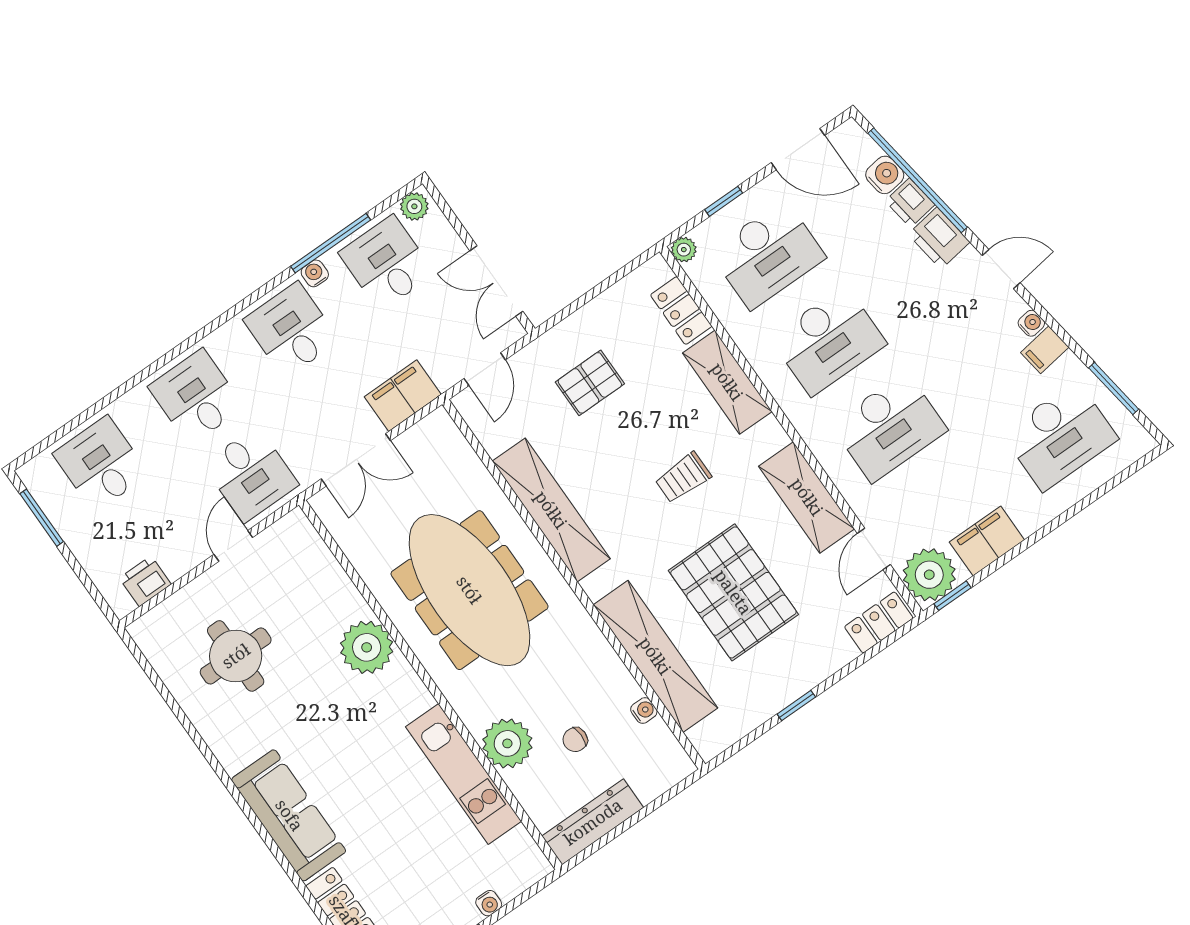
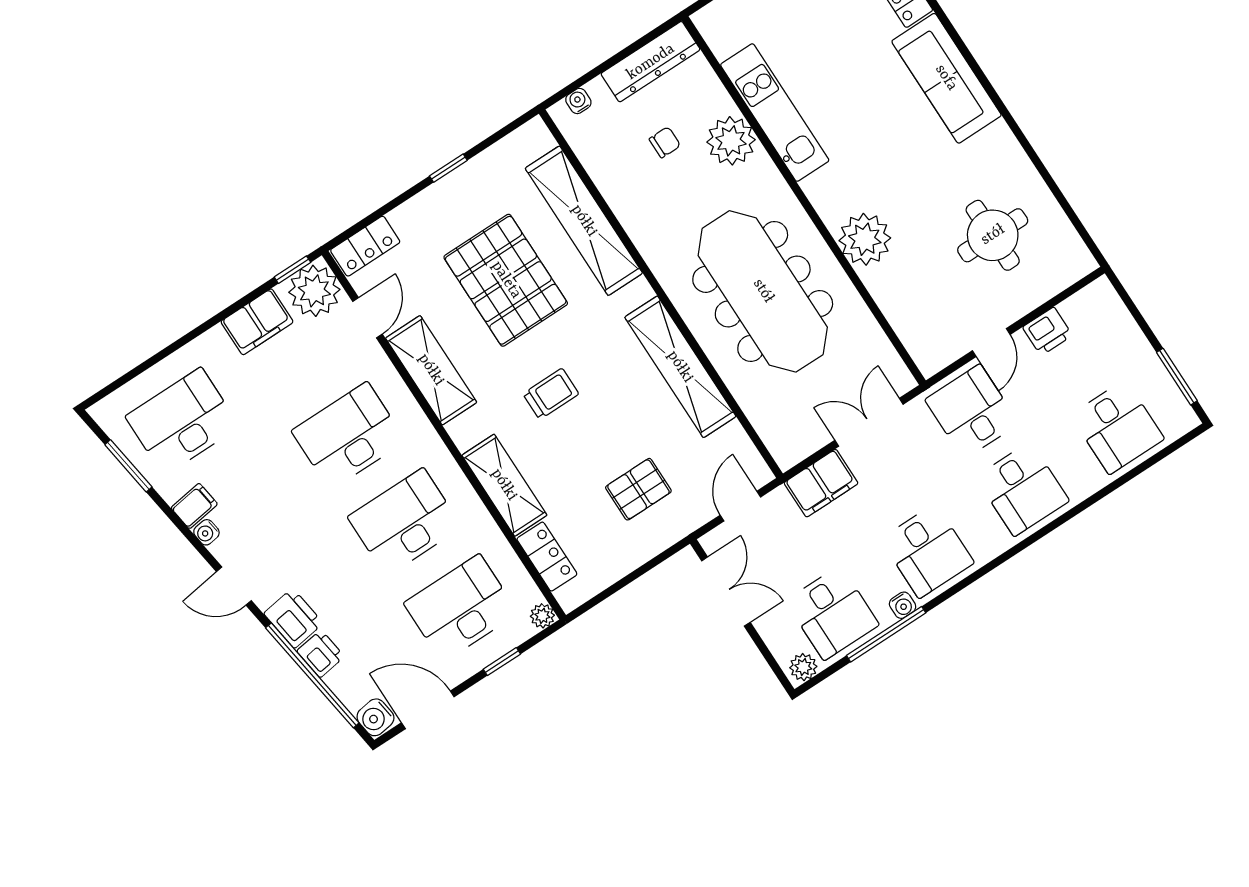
water cooler: (885, 175) -> (375, 717), moved
printer: (145, 581) -> (1047, 331), moved
water cooler: (644, 711) -> (578, 101), moved, turned 90

